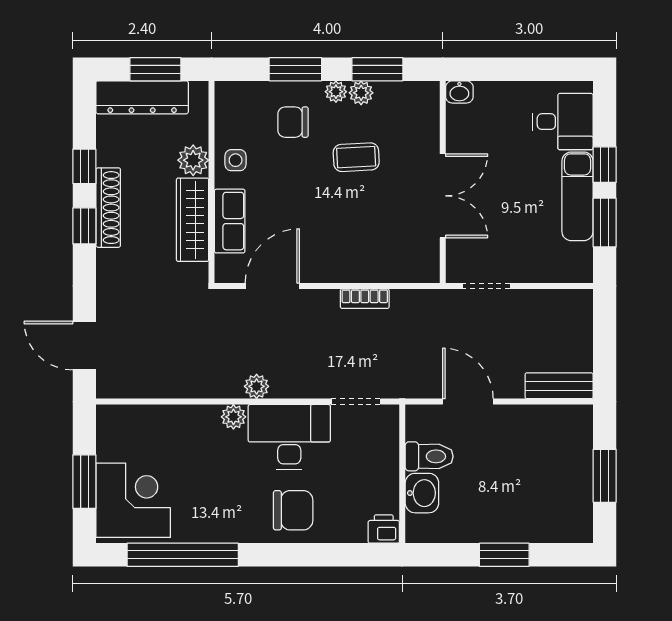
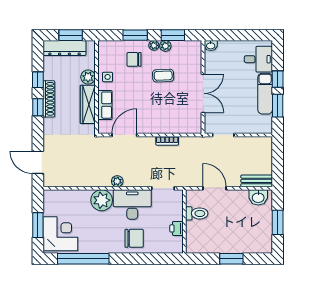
plant: (233, 417) -> (102, 200), width x1.88, depth x1.88
washbasin: (422, 493) -> (258, 197), moved, turned 90
printer: (384, 529) -> (177, 228), moved, turned -90

